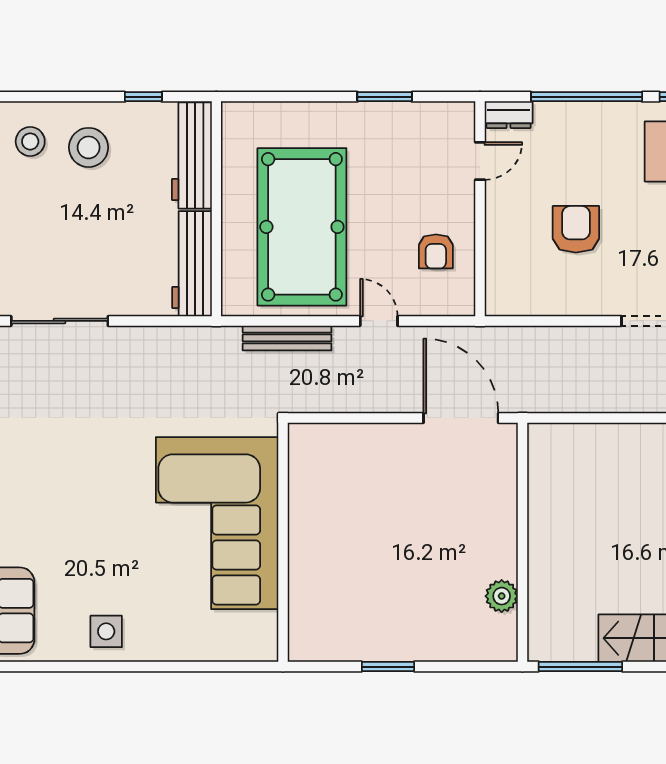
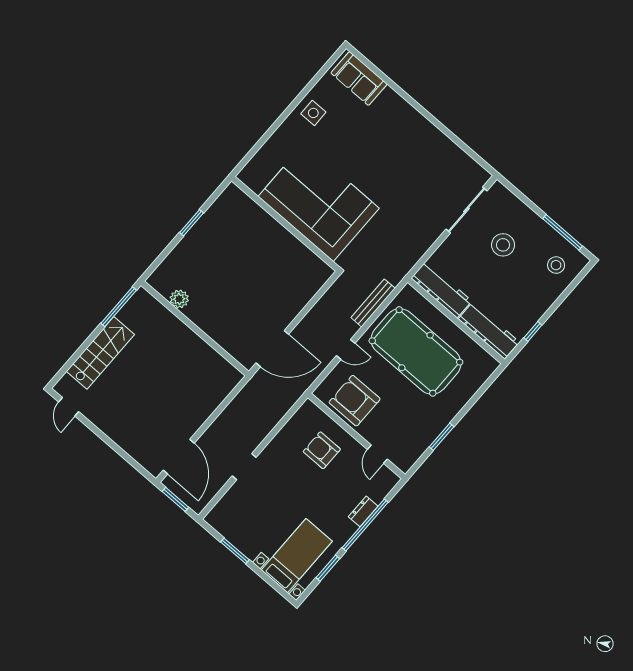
dresser: (509, 115) -> (363, 511), moved
stool: (89, 147) -> (503, 245), moved
armchair: (576, 229) -> (322, 450), moved, turned 180
armchair: (436, 251) -> (355, 401), width x1.88, depth x1.88

